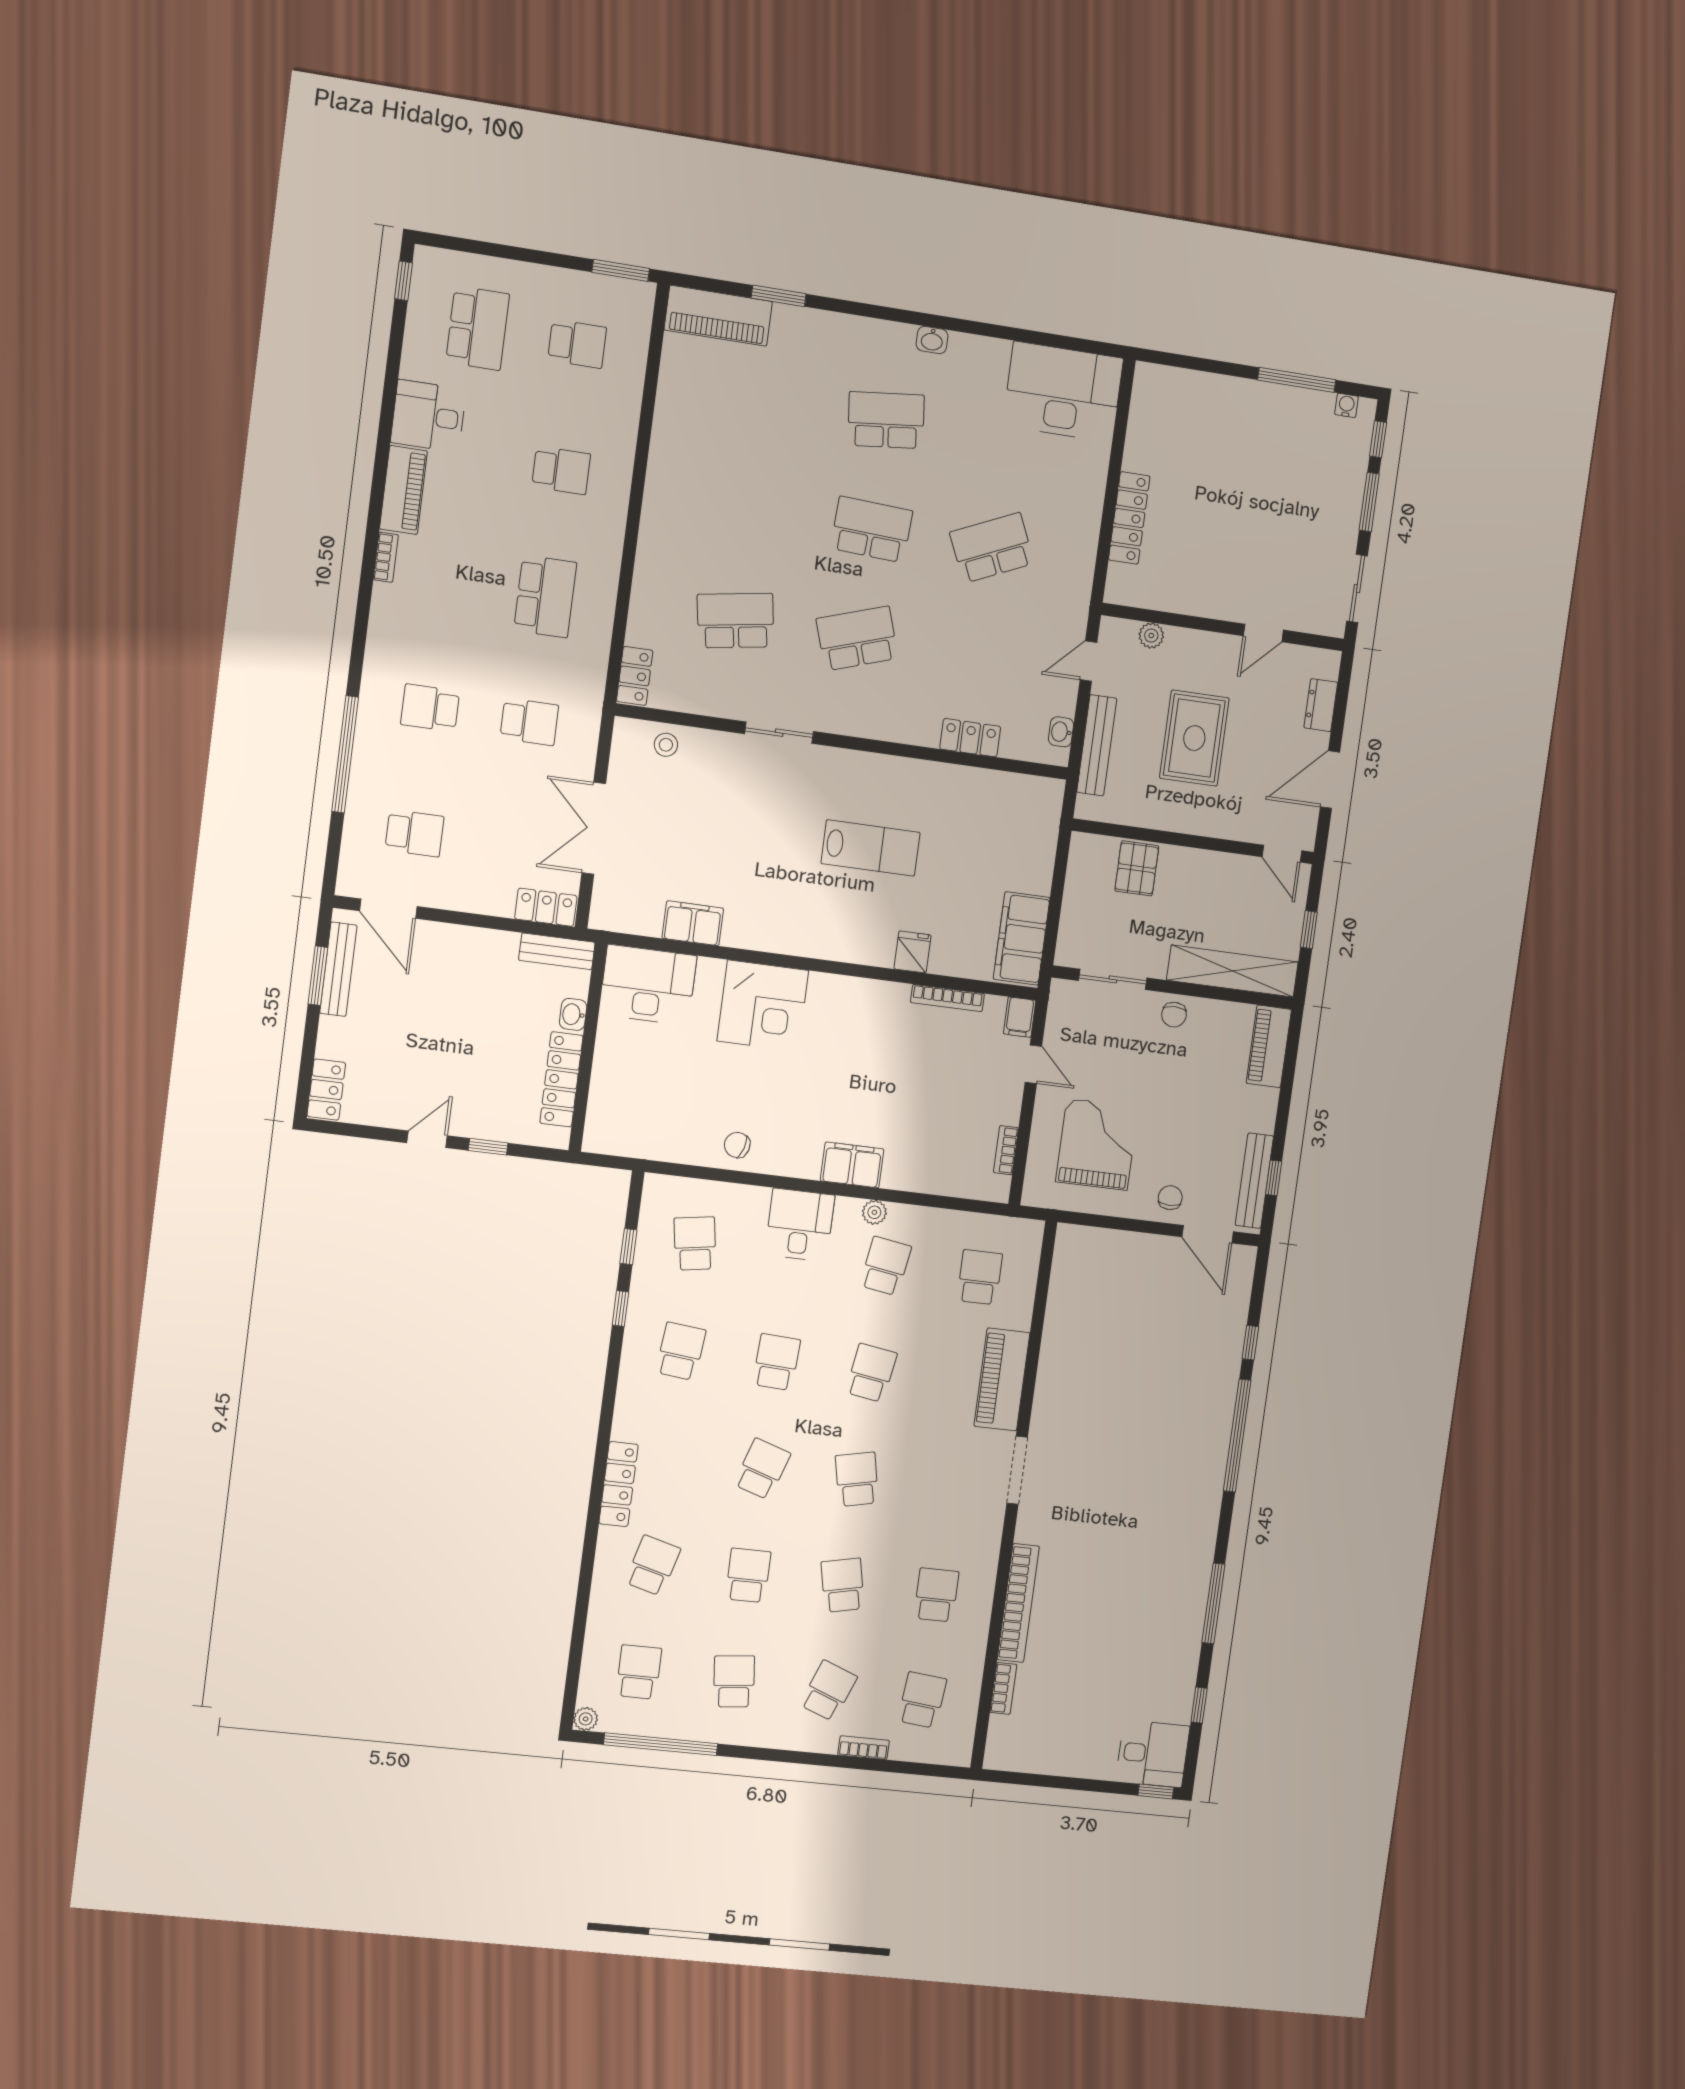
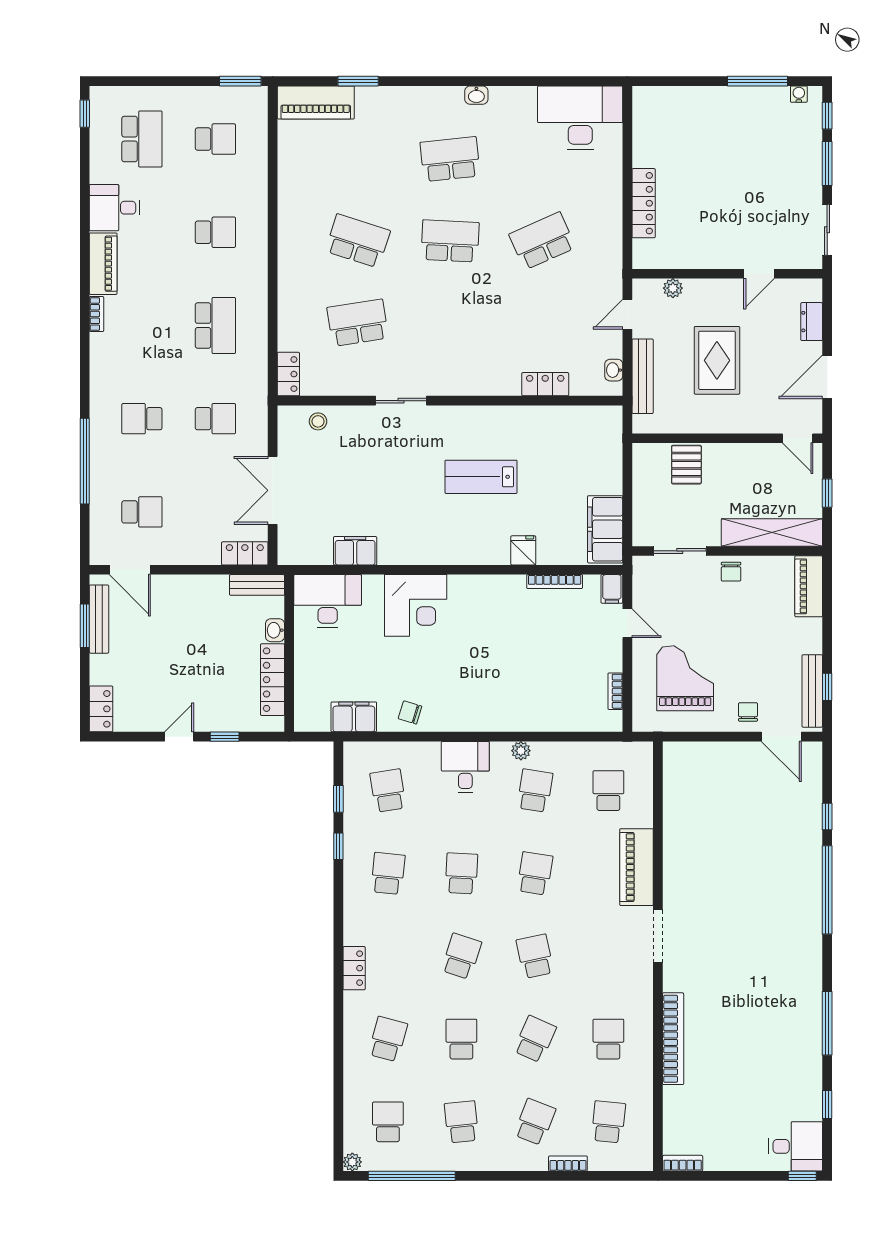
school desk: (857, 638) -> (358, 241), moved, turned 36
lab bench: (871, 848) -> (481, 477), turned 180
filing cabinet: (852, 1165) -> (354, 717), moved
locker: (619, 1484) -> (354, 968), width x0.66
school desk: (843, 1585) -> (535, 1039), turned 36
bookcase: (1003, 1688) -> (683, 1163), moved, turned -90

